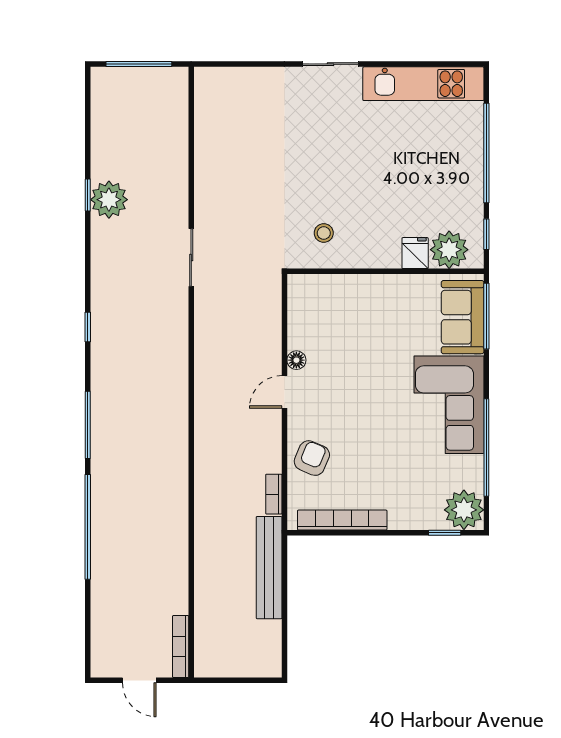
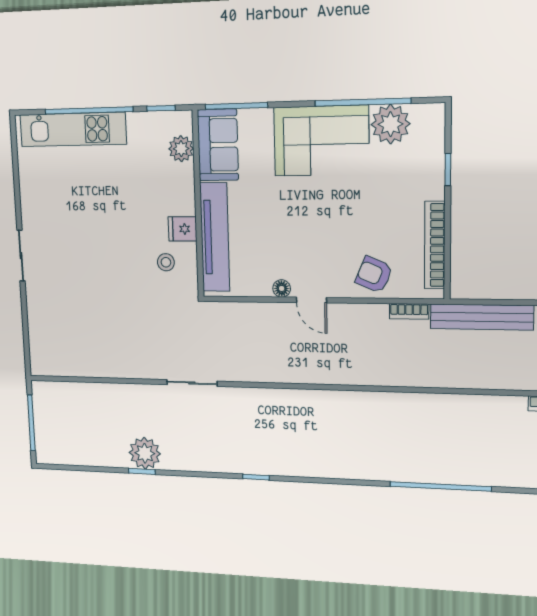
kitchen unit: (423, 84) -> (73, 130), moved, turned 90
plant: (449, 250) -> (181, 149), width x0.73, depth x0.73
fridge: (415, 253) -> (182, 229), moved
tv unit: (351, 289) -> (215, 237), added
sofa: (463, 317) -> (218, 145), moved, turned -90
window: (88, 425) -> (344, 482), removed
plant: (464, 510) -> (391, 124), moved
window: (445, 533) -> (448, 170), moved

